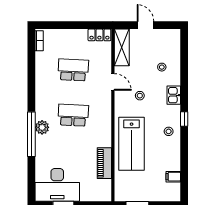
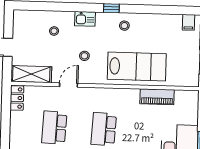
filing cabinet: (173, 177) -> (188, 22), moved

